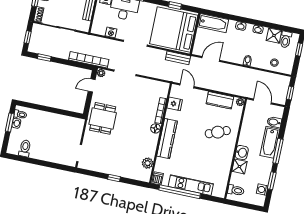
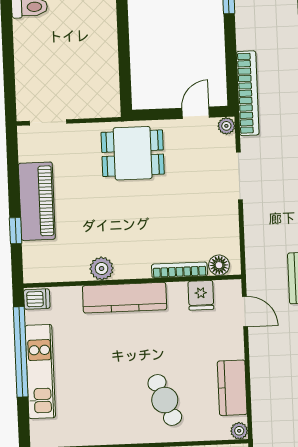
door: (92, 85) -> (196, 113), hinge flipped
door: (187, 86) -> (245, 312), hinge flipped
floor lamp: (156, 128) -> (219, 265), moved
plant: (148, 163) -> (102, 268), moved
piano: (113, 167) -> (37, 201), added
window: (114, 178) -> (16, 231), moved

